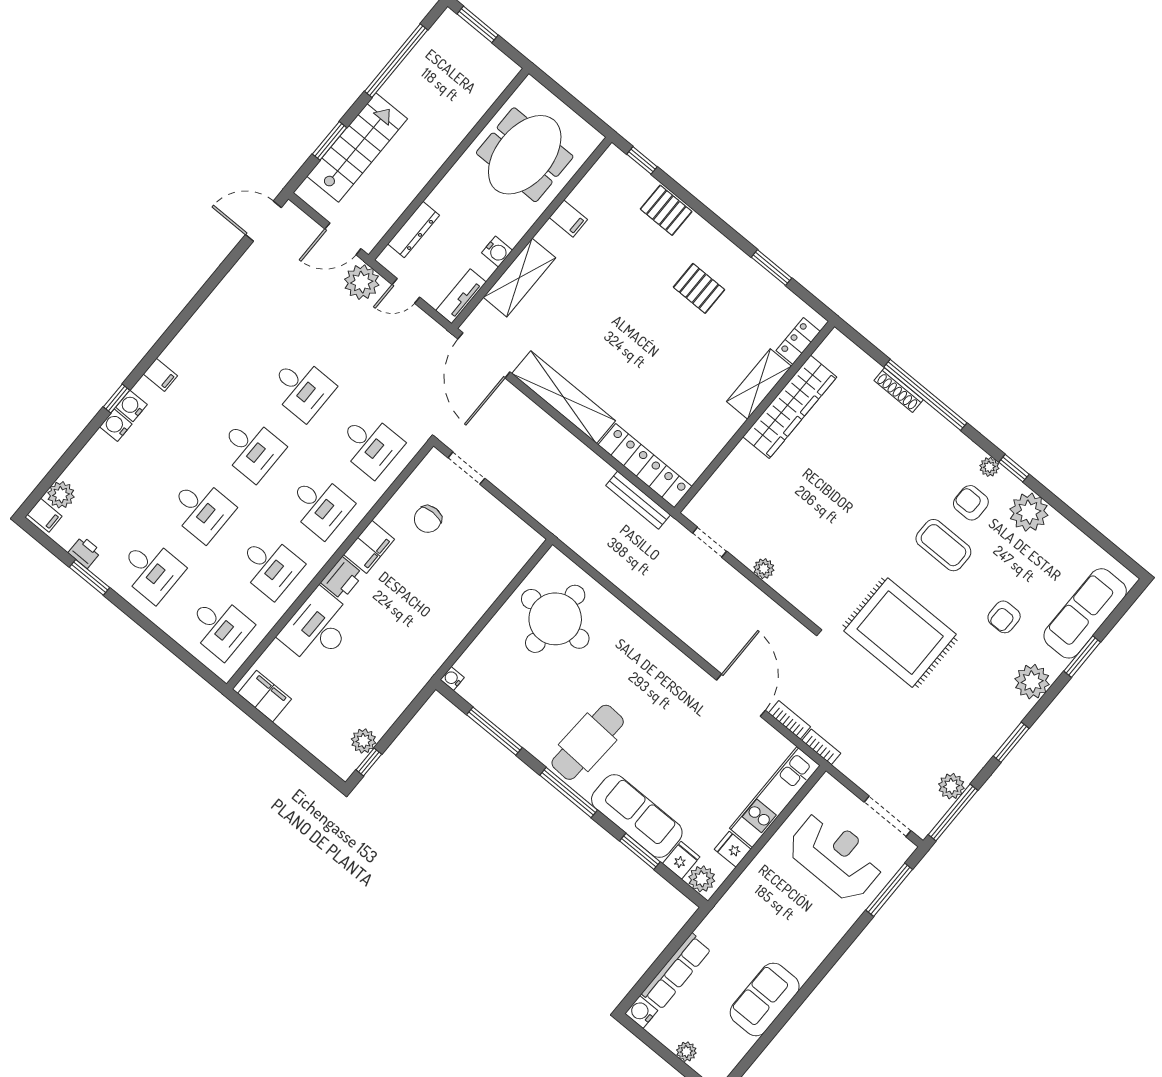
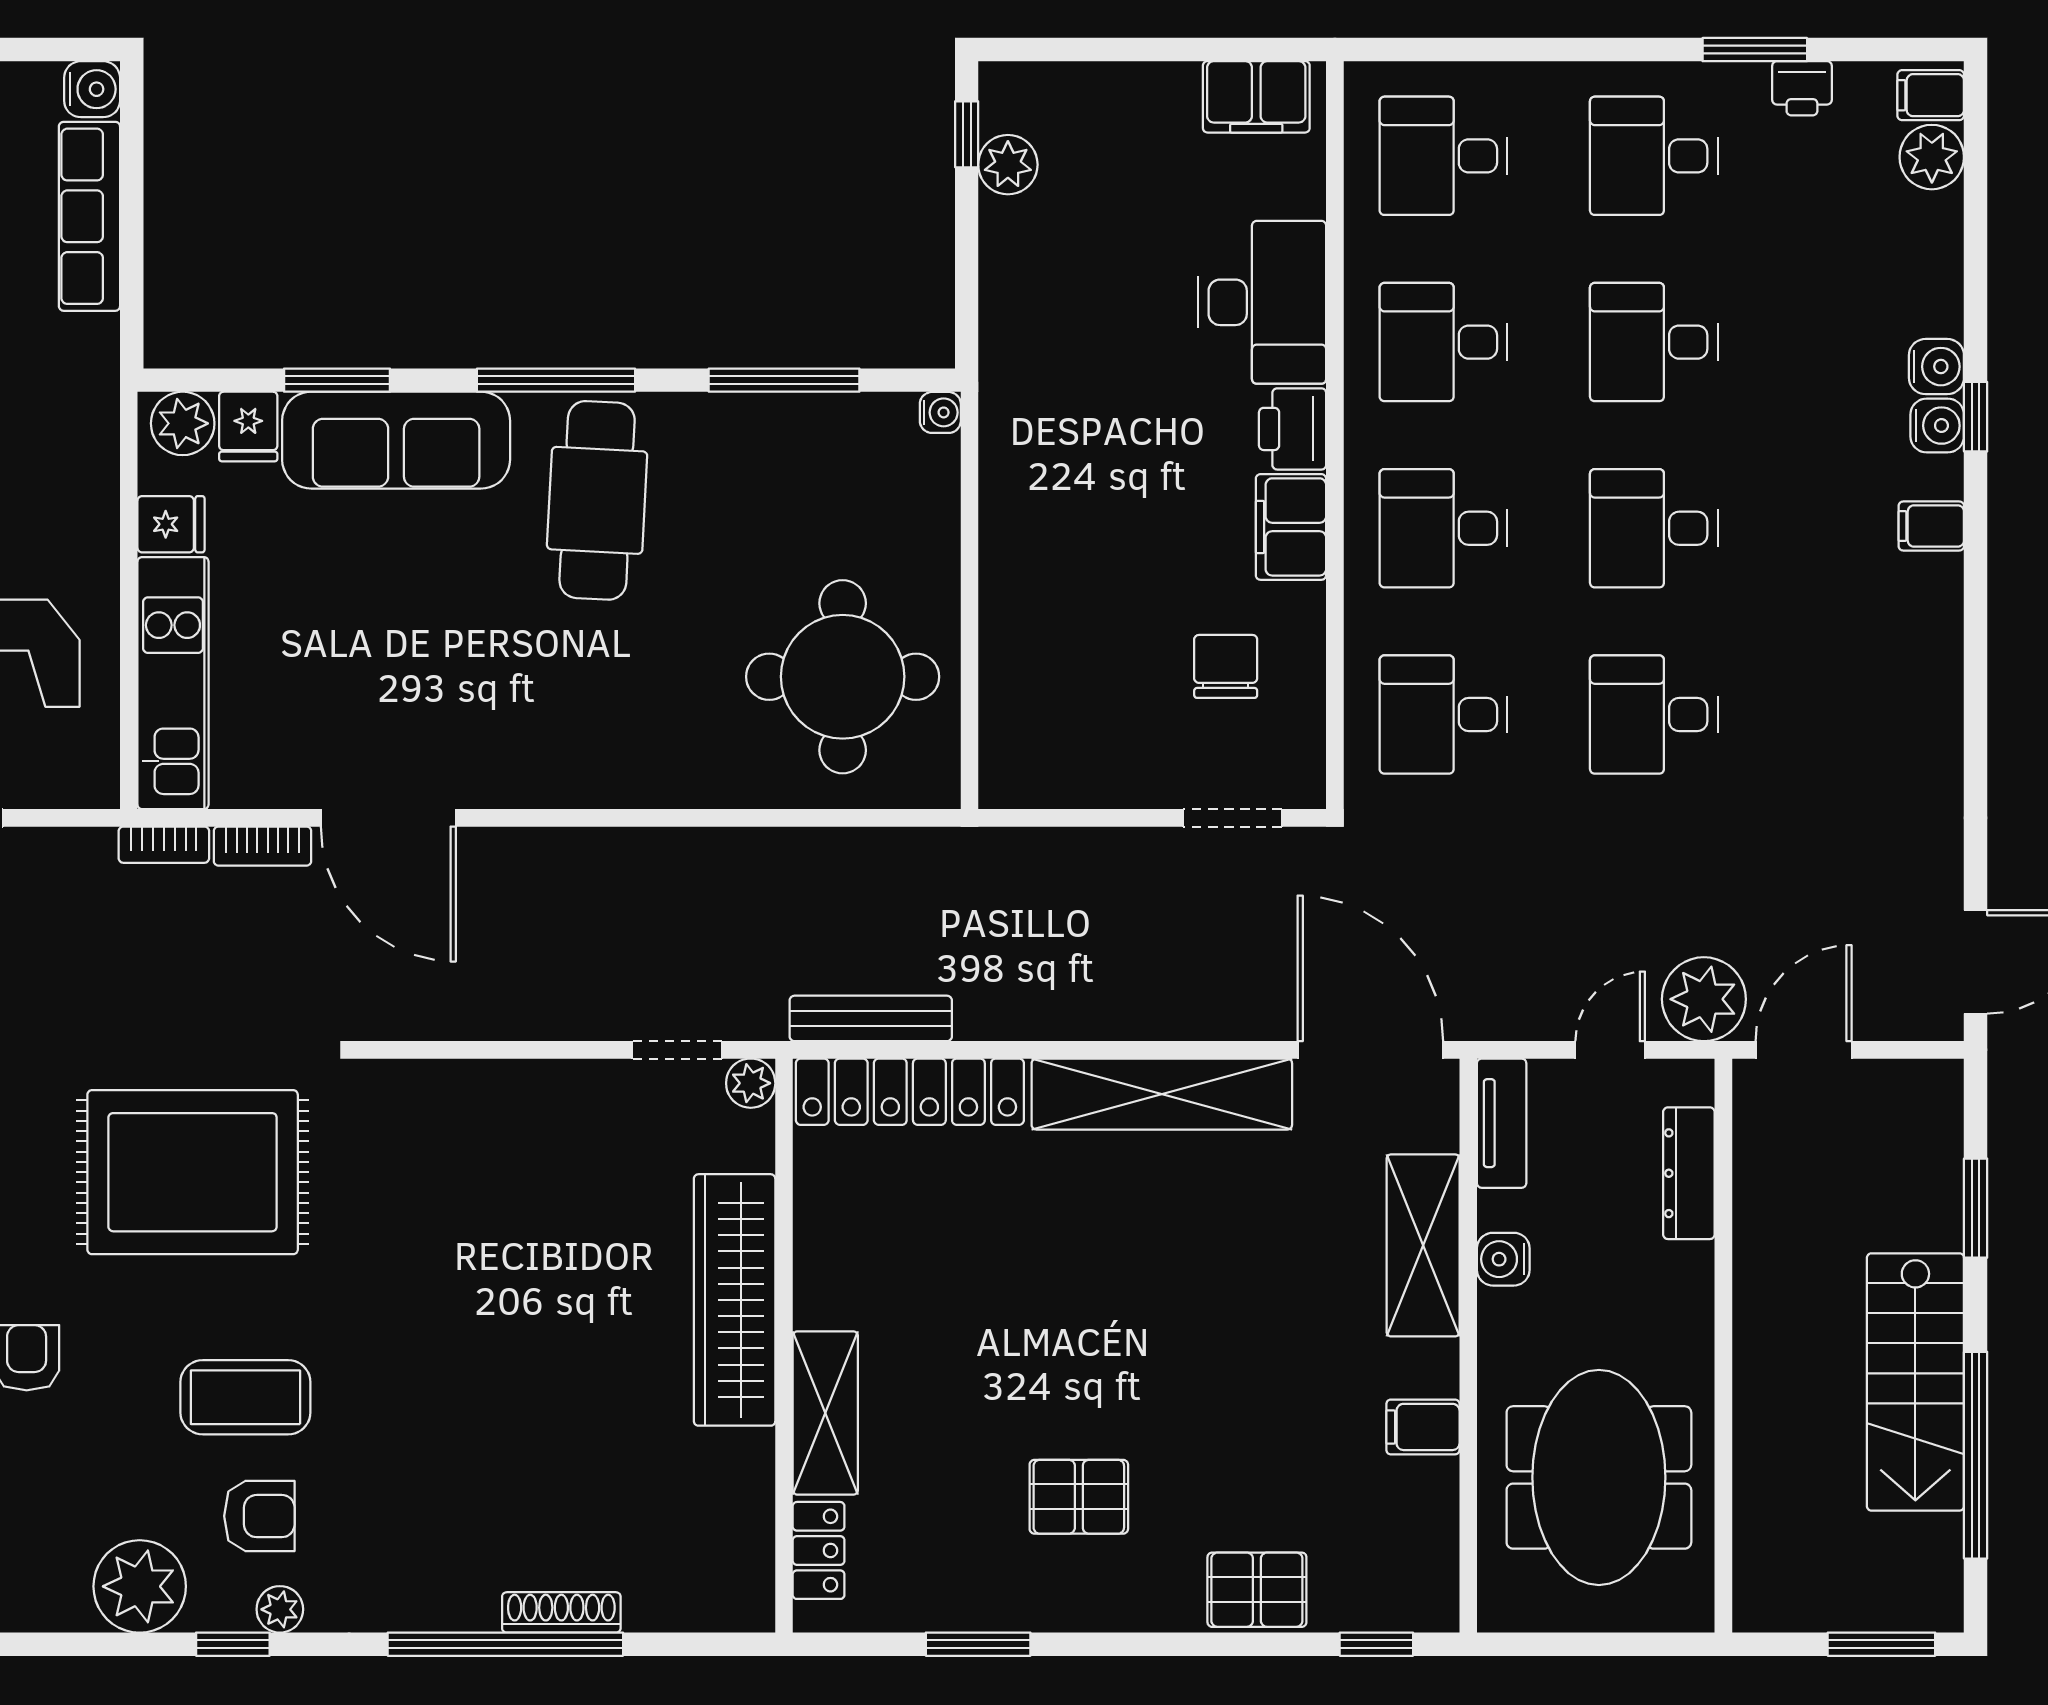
stairs: (357, 148) -> (1915, 1382), moved
wardrobe: (790, 407) -> (735, 1300), moved
plant: (764, 569) -> (751, 1083), moved

